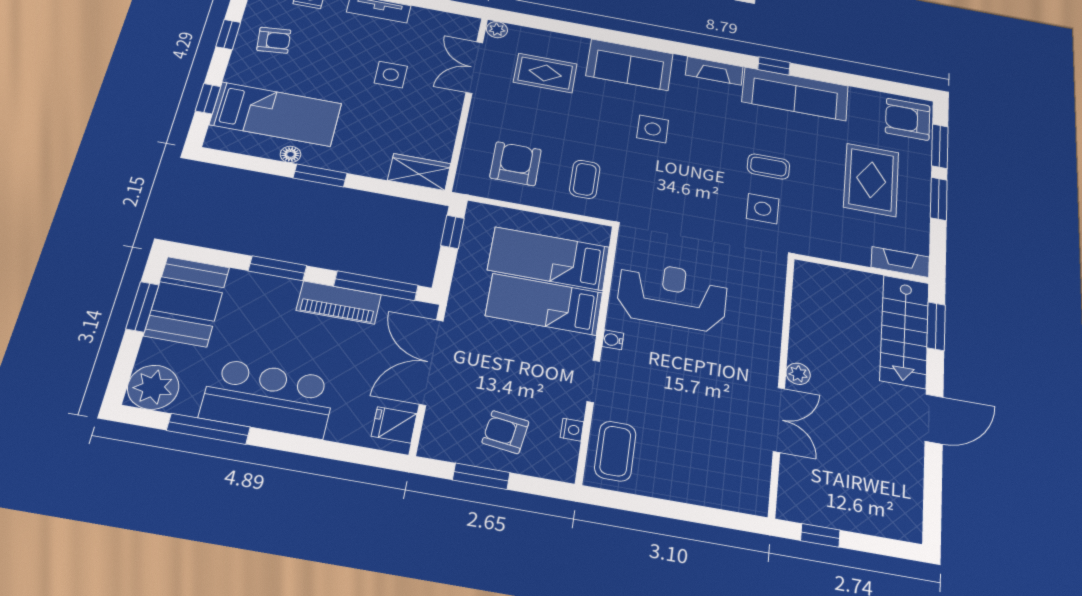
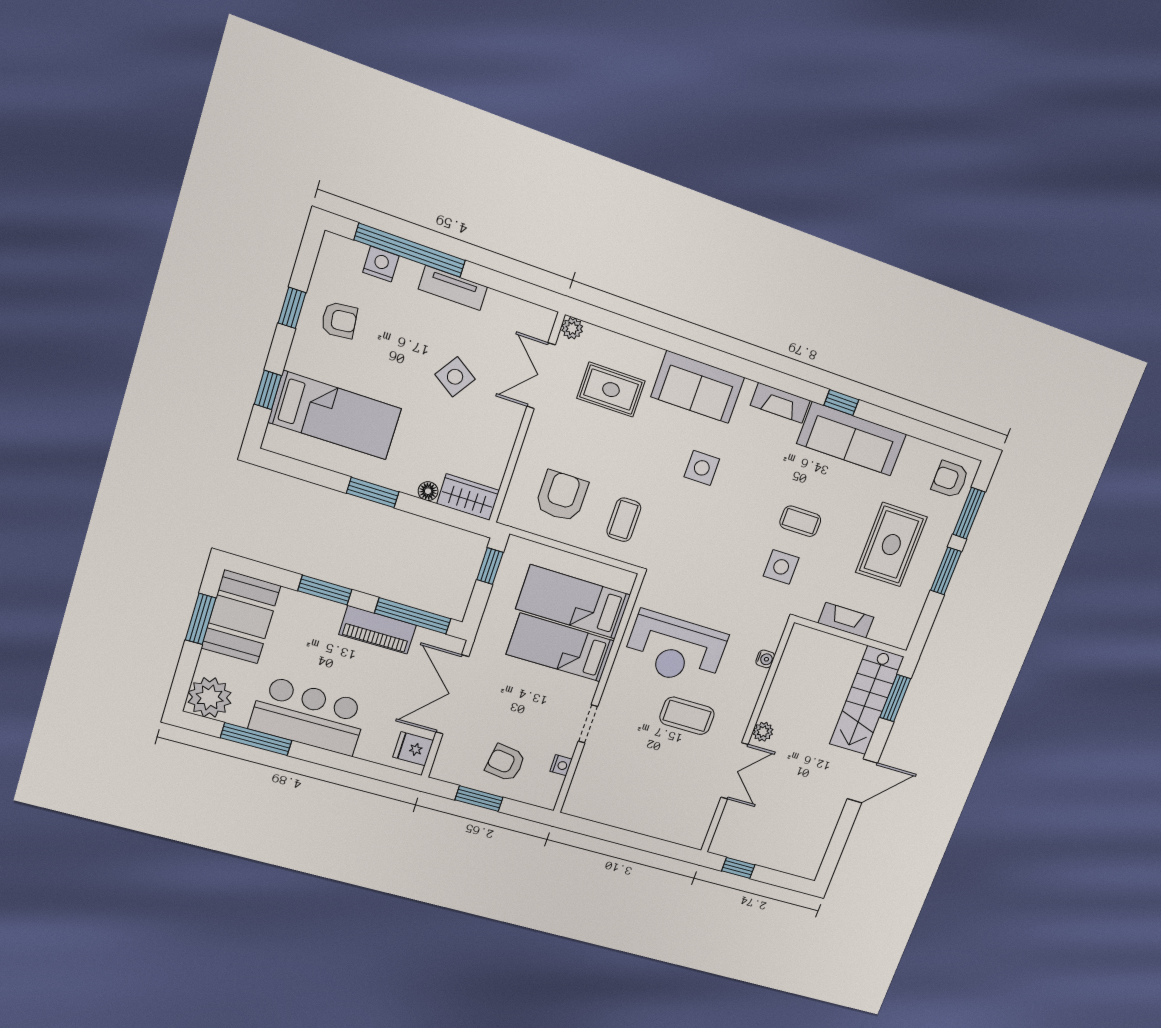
side table: (391, 75) -> (455, 377), turned 34
armchair: (908, 119) -> (950, 479), width x0.72, depth x0.72
floor lamp: (290, 154) -> (428, 491), moved
fireplace: (900, 262) -> (846, 620), moved
reception desk: (672, 296) -> (675, 649), turned 180
water cooler: (613, 340) -> (765, 659), moved, turned 180
coffee table: (615, 451) -> (687, 716), moved, turned 90

